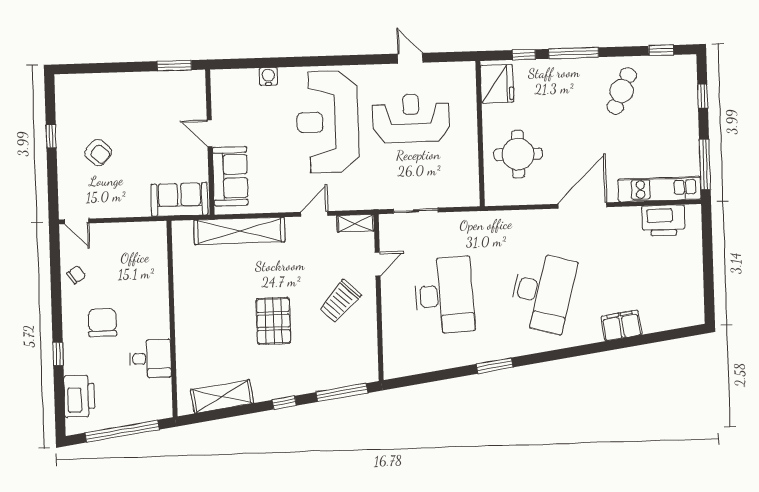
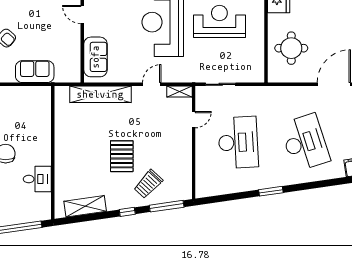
door: (210, 133) -> (82, 14), moved
sofa: (179, 199) -> (35, 72), moved
desk: (542, 292) -> (305, 142), turned -33
trolley: (340, 301) -> (148, 184), moved

